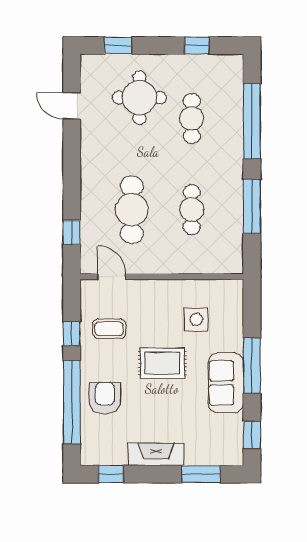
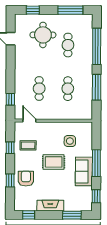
window: (197, 46) -> (70, 10), width x2.17
cafe table: (132, 210) -> (39, 88), width x0.73, depth x0.74
window: (72, 402) -> (10, 180), width x0.32

